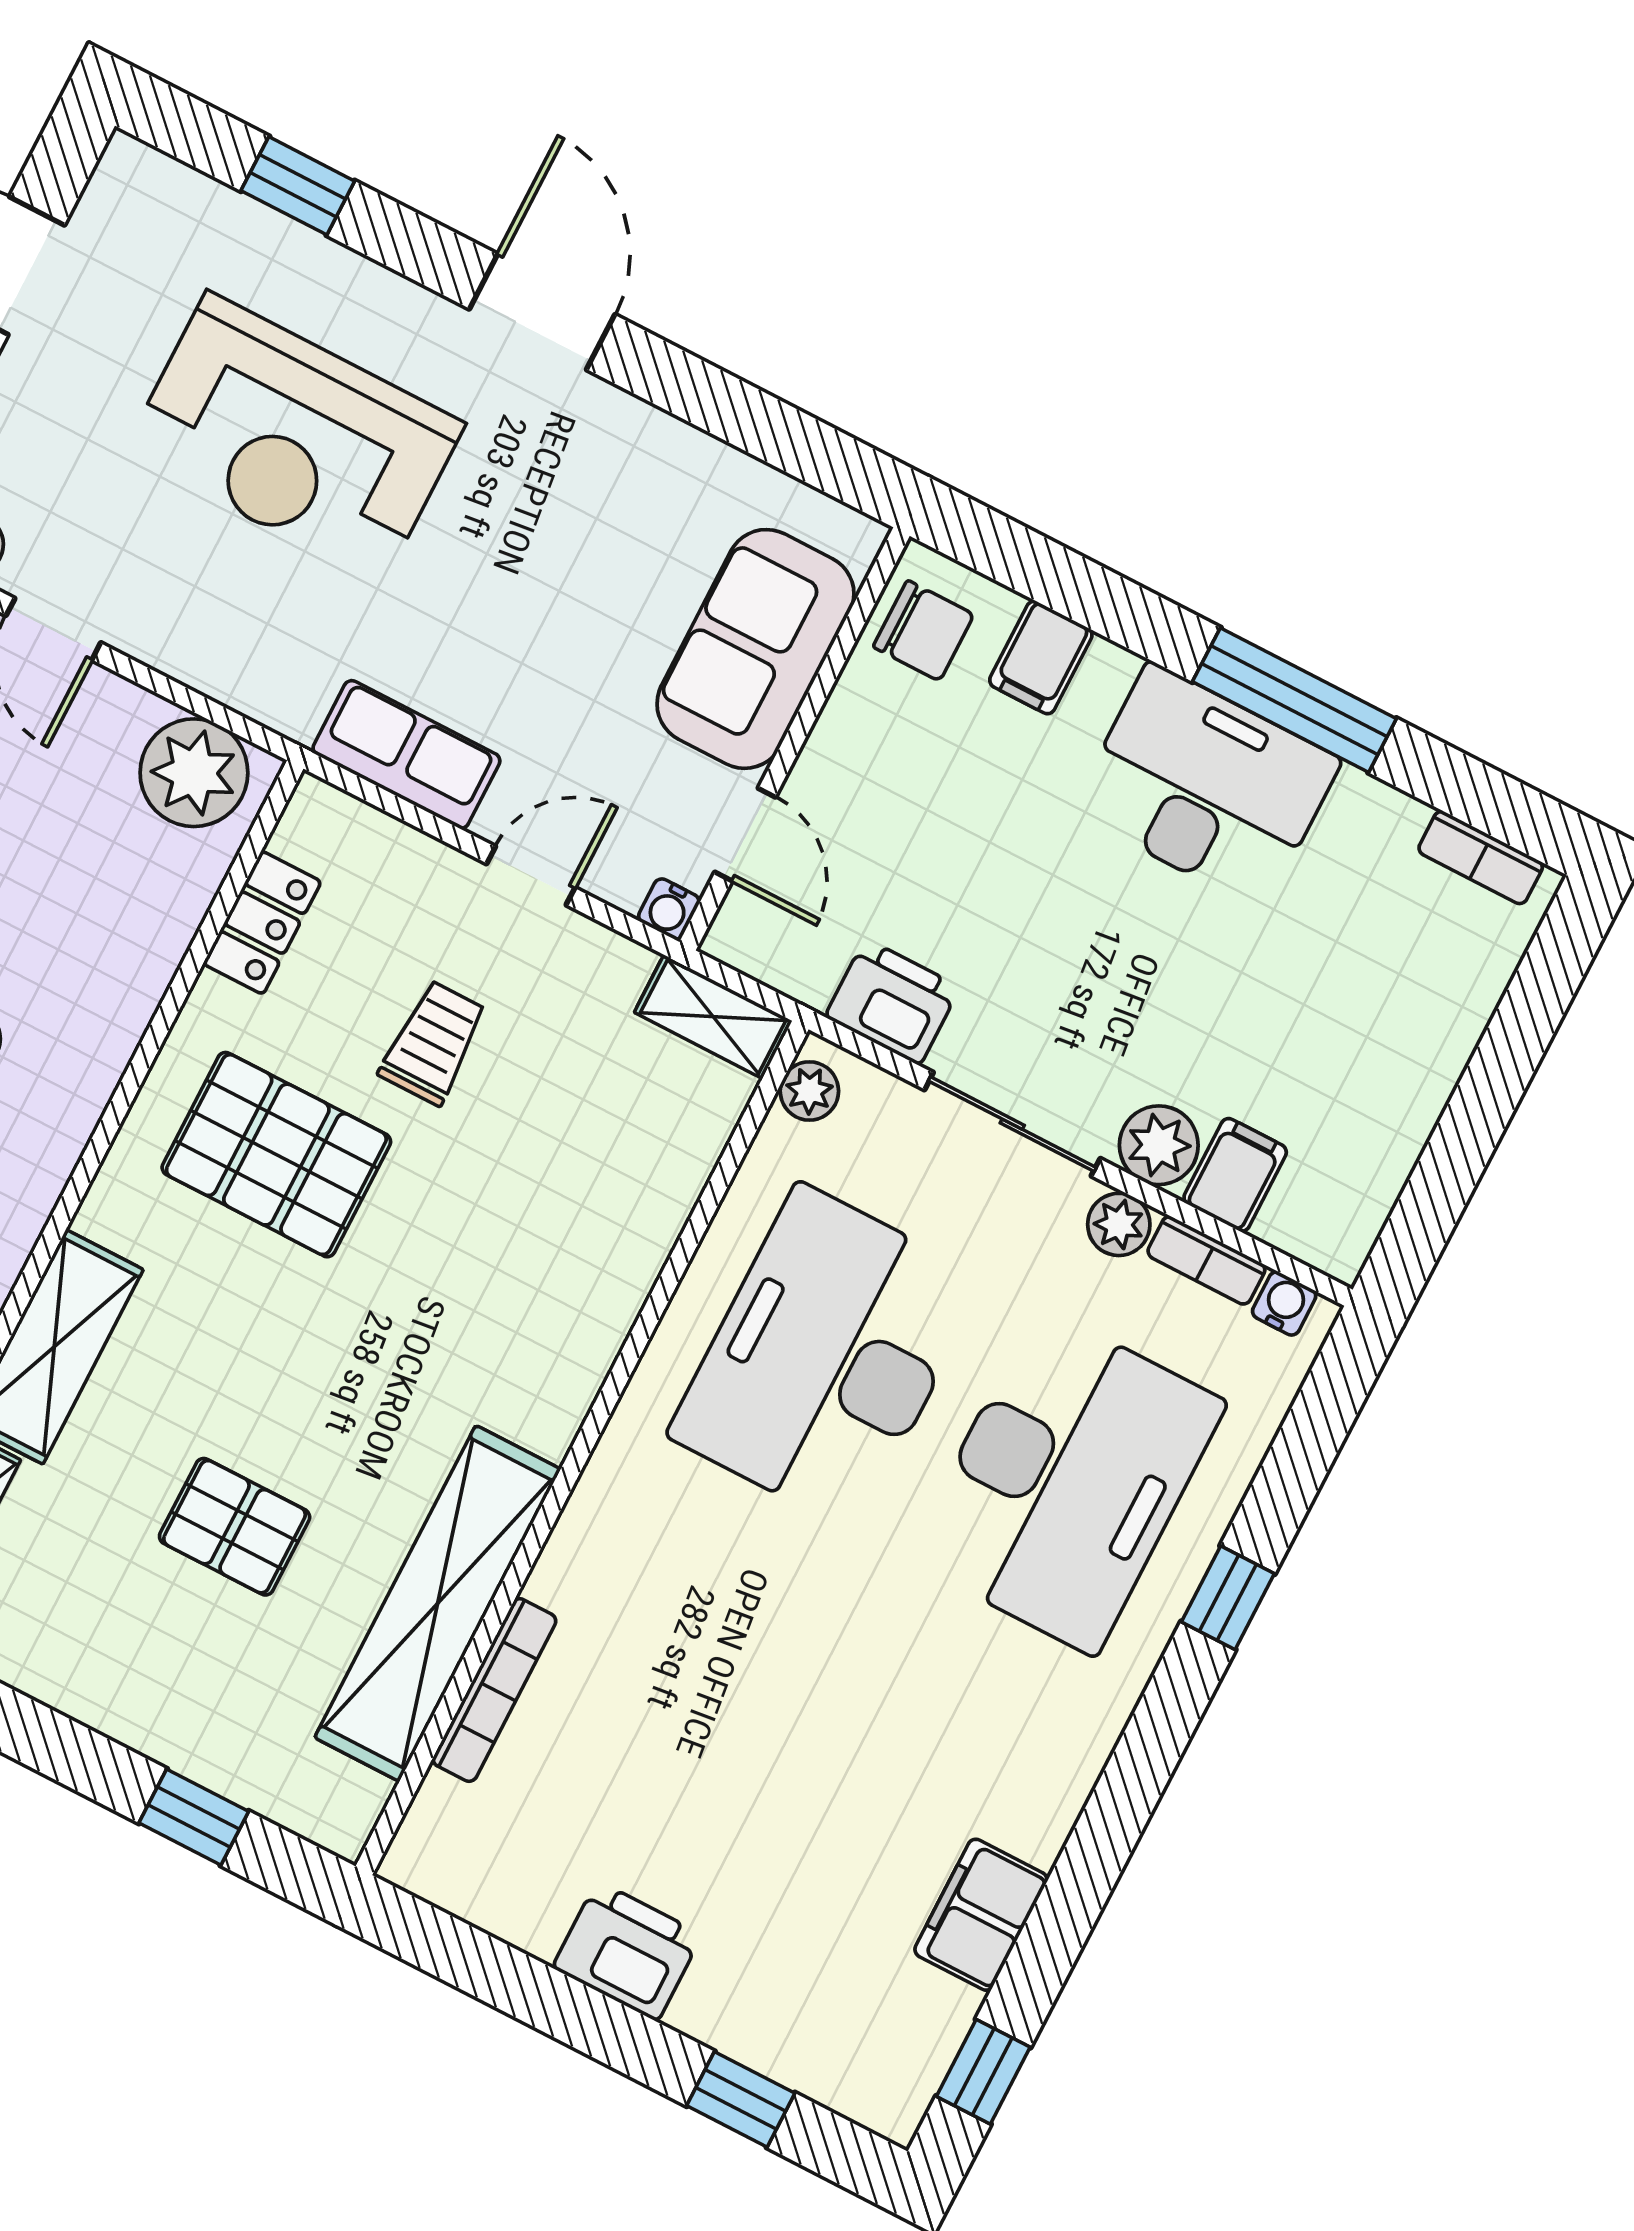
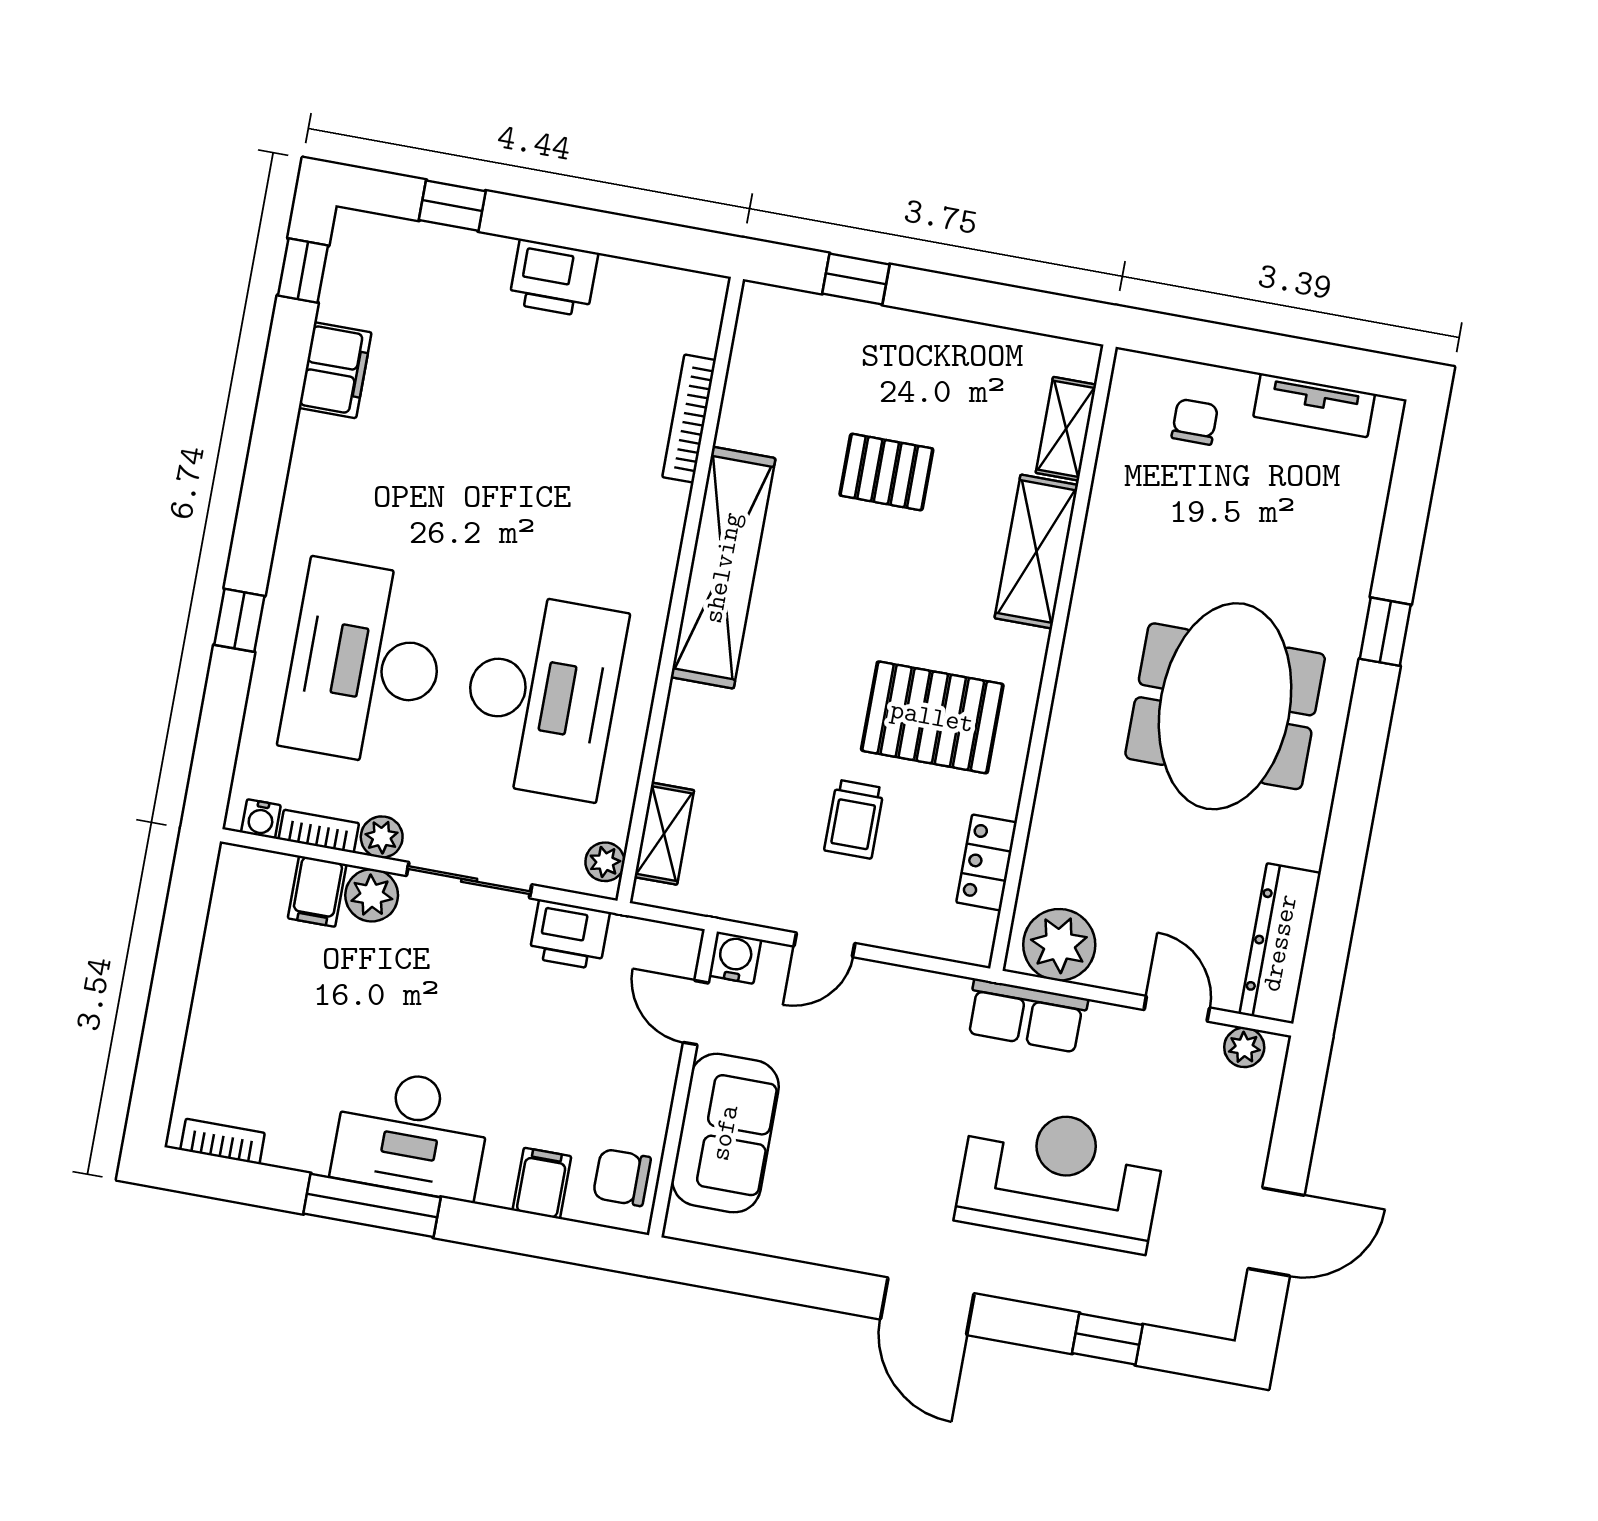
row of seats: (406, 754) -> (1026, 1016), moved
water cooler: (669, 909) -> (735, 958), width x1.38, depth x1.38
shelving: (713, 1017) -> (664, 834), moved, turned 90
shelving: (438, 1603) -> (723, 568), moved

